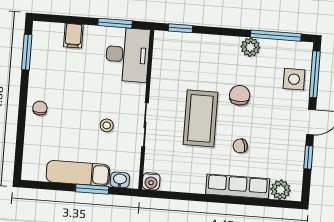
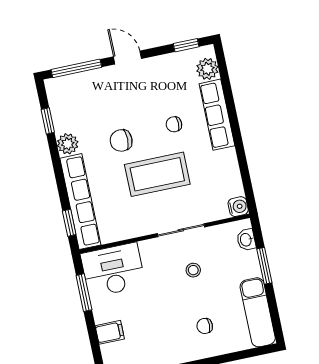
window: (276, 36) -> (48, 121), width x0.46
row of seats: (196, 43) -> (80, 202), added
side table: (294, 79) -> (88, 89), removed
chair: (40, 108) -> (205, 326), moved
chair: (240, 146) -> (174, 124), turned 105
window: (308, 157) -> (186, 45), moved
exam couch: (78, 173) -> (258, 312), moved

